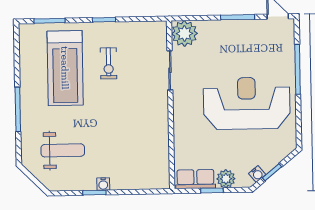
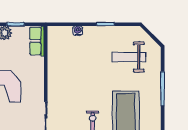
row of seats: (195, 179) -> (37, 41), moved, turned 90
water cooler: (103, 184) -> (78, 31), moved

